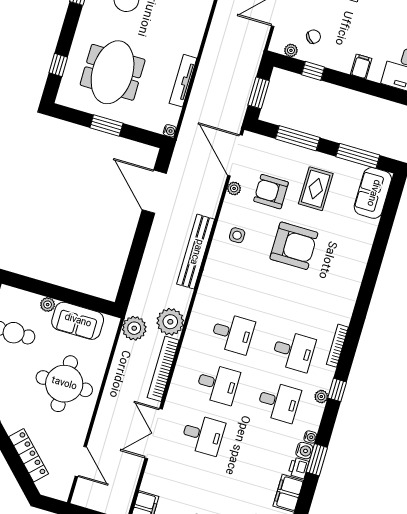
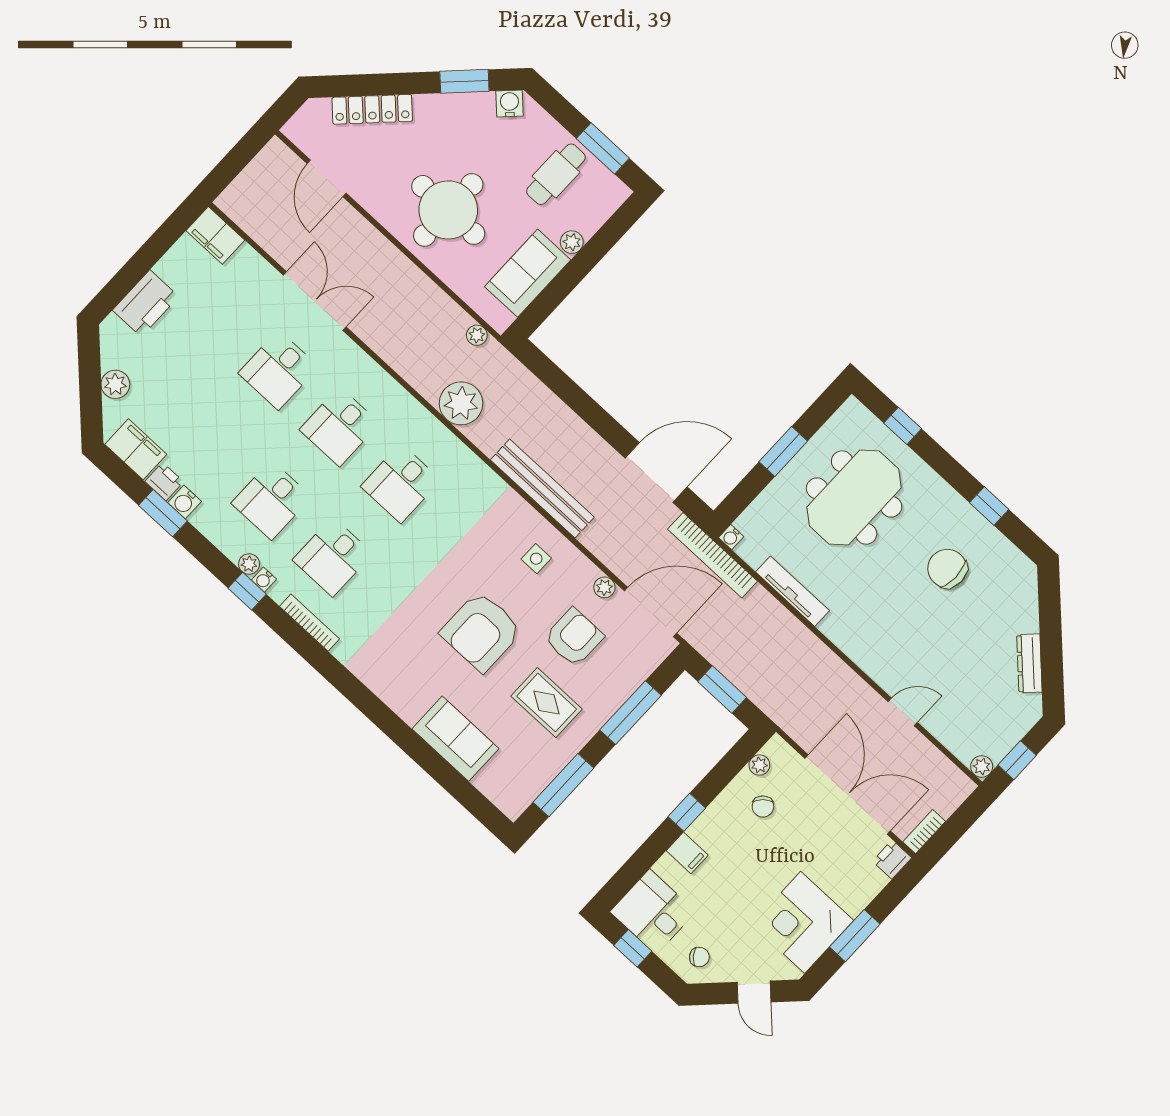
window: (313, 71) -> (687, 812), moved
meeting table: (113, 72) -> (854, 497), turned 90
sofa: (373, 193) -> (455, 739), moved
plant: (134, 328) -> (477, 335), width x0.53, depth x0.53
bookcase: (163, 369) -> (713, 555), moved, turned 180
water cooler: (310, 437) -> (264, 580), moved
door: (81, 462) -> (327, 178), hinge flipped

